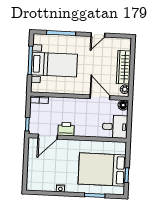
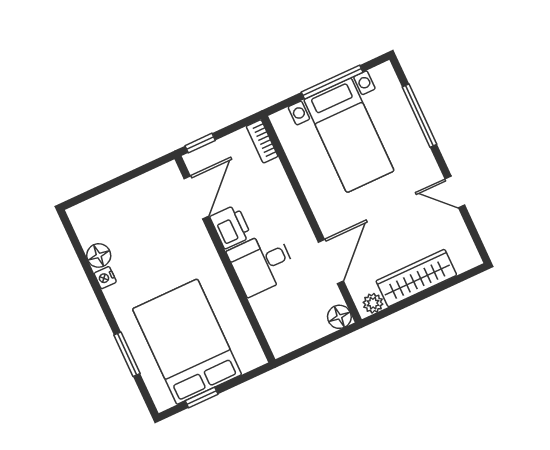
desk: (115, 127) -> (262, 263), moved, turned 90
door: (48, 137) -> (196, 197), swing flipped
floor lamp: (50, 186) -> (99, 255), added

